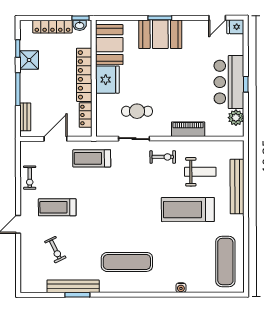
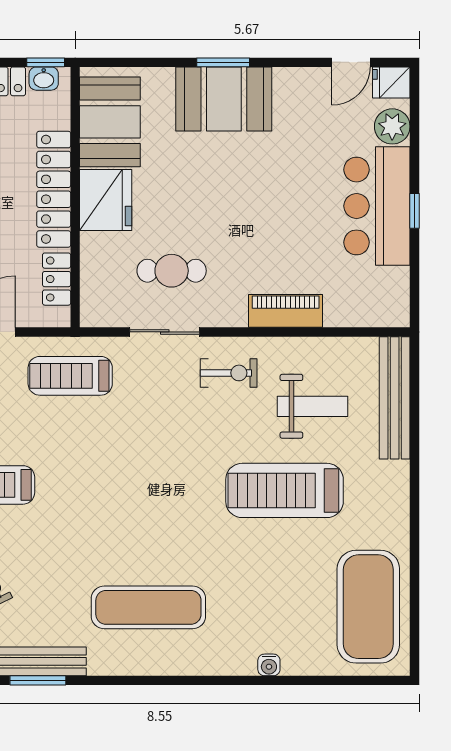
plant: (236, 118) -> (392, 126), moved
bench: (237, 186) -> (395, 398), moved
exercise mat: (225, 261) -> (368, 607), width x1.47

